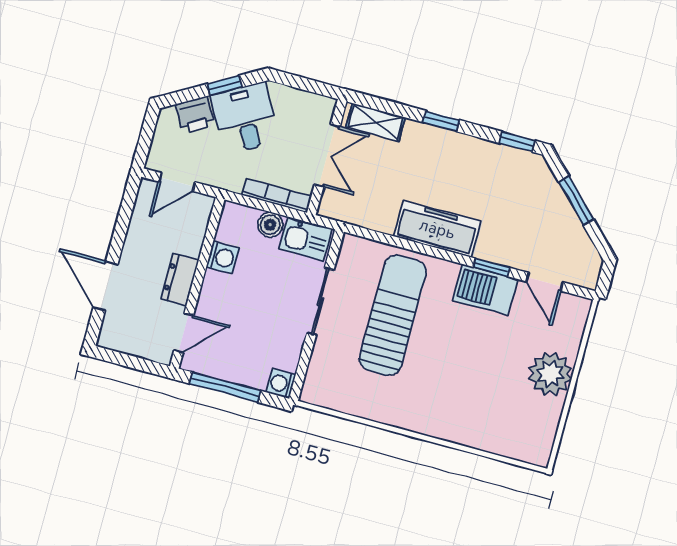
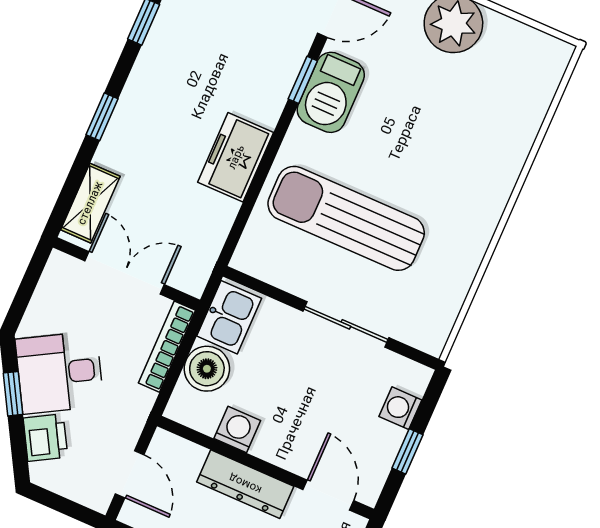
boiler: (270, 225) -> (207, 369), width x1.36, depth x1.36
freezer: (437, 229) -> (236, 157), width x0.71
dresser: (180, 280) -> (245, 484), width x1.44
sliding door: (320, 302) -> (346, 324), moved
washing machine: (281, 384) -> (400, 408), moved, turned 90
window: (225, 387) -> (407, 451), width x0.46

